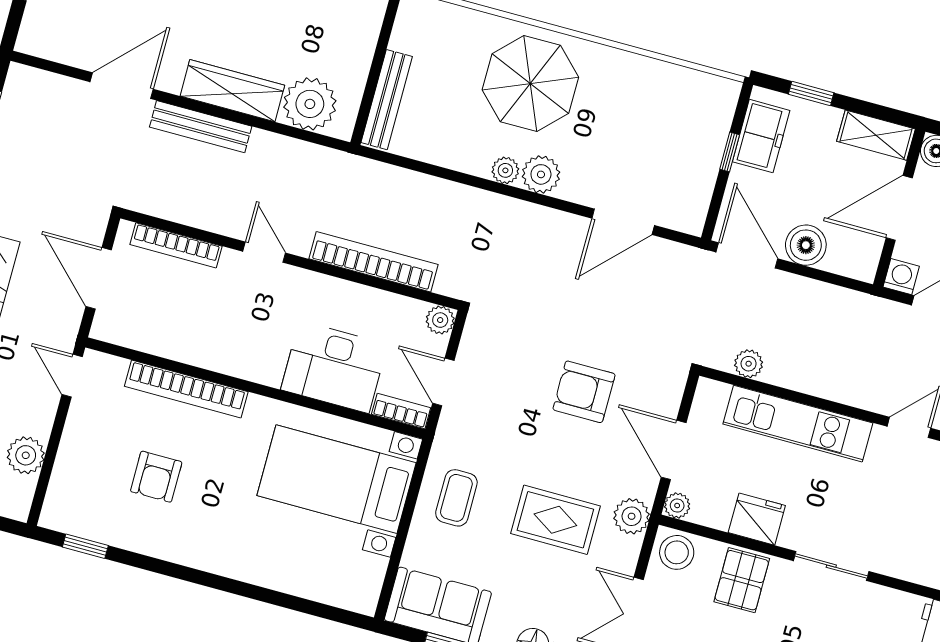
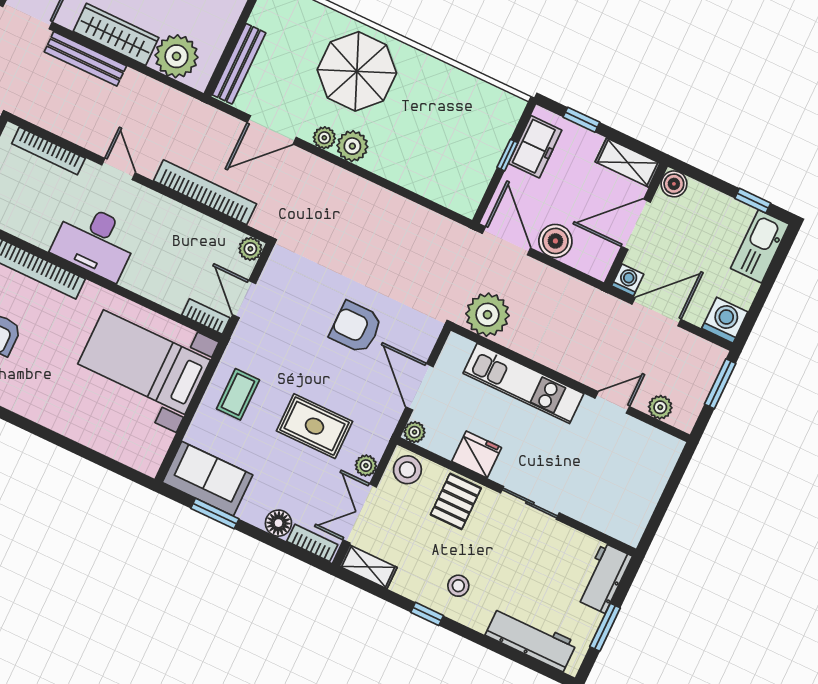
door: (623, 222) -> (272, 130), moved
plant: (749, 364) -> (487, 315), width x1.87, depth x1.87
desk: (334, 367) -> (95, 242), moved
plant: (632, 516) -> (366, 466), moved, width x0.73, depth x0.73

